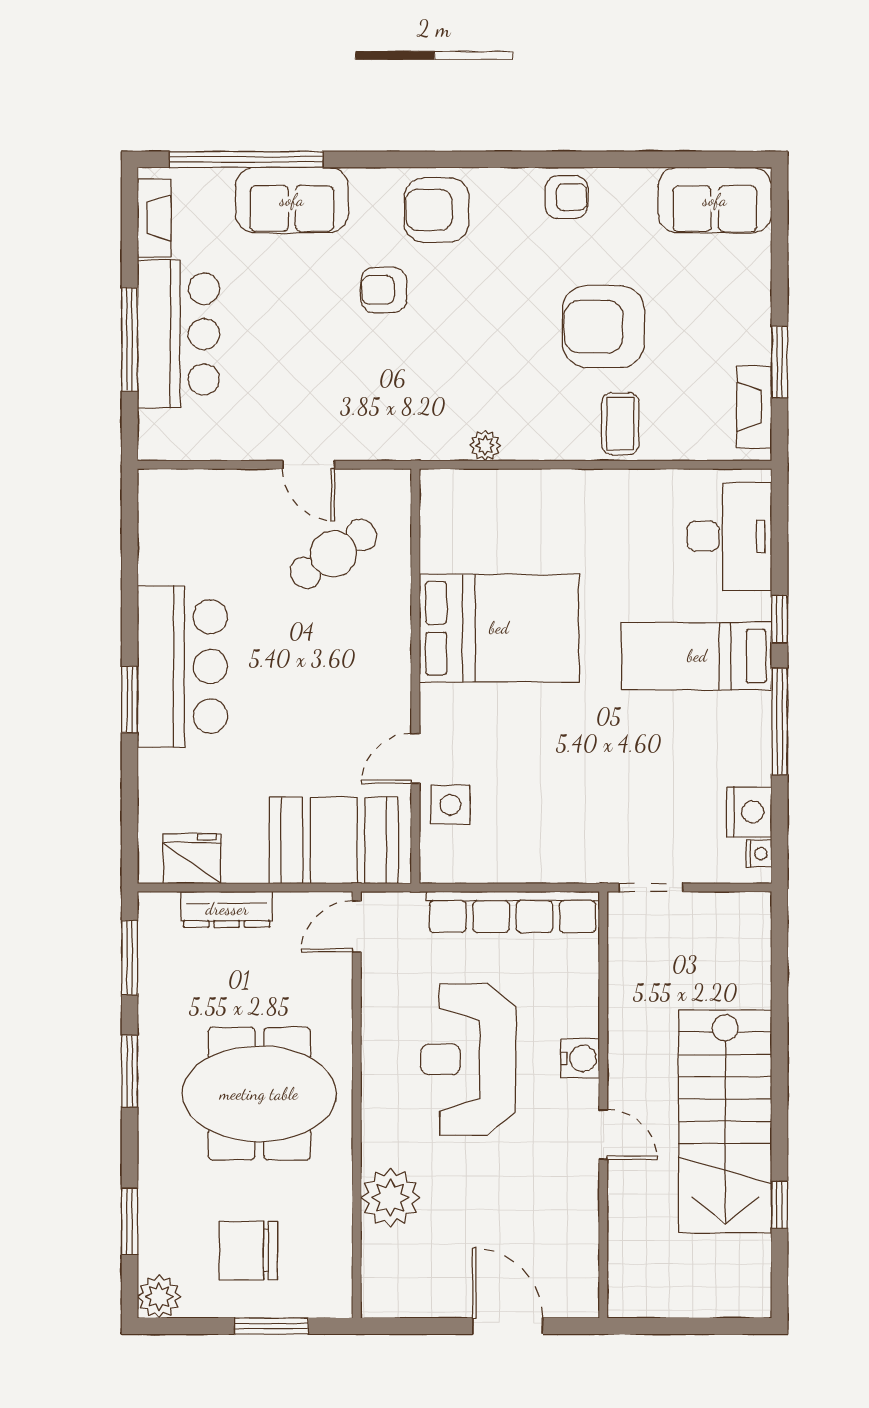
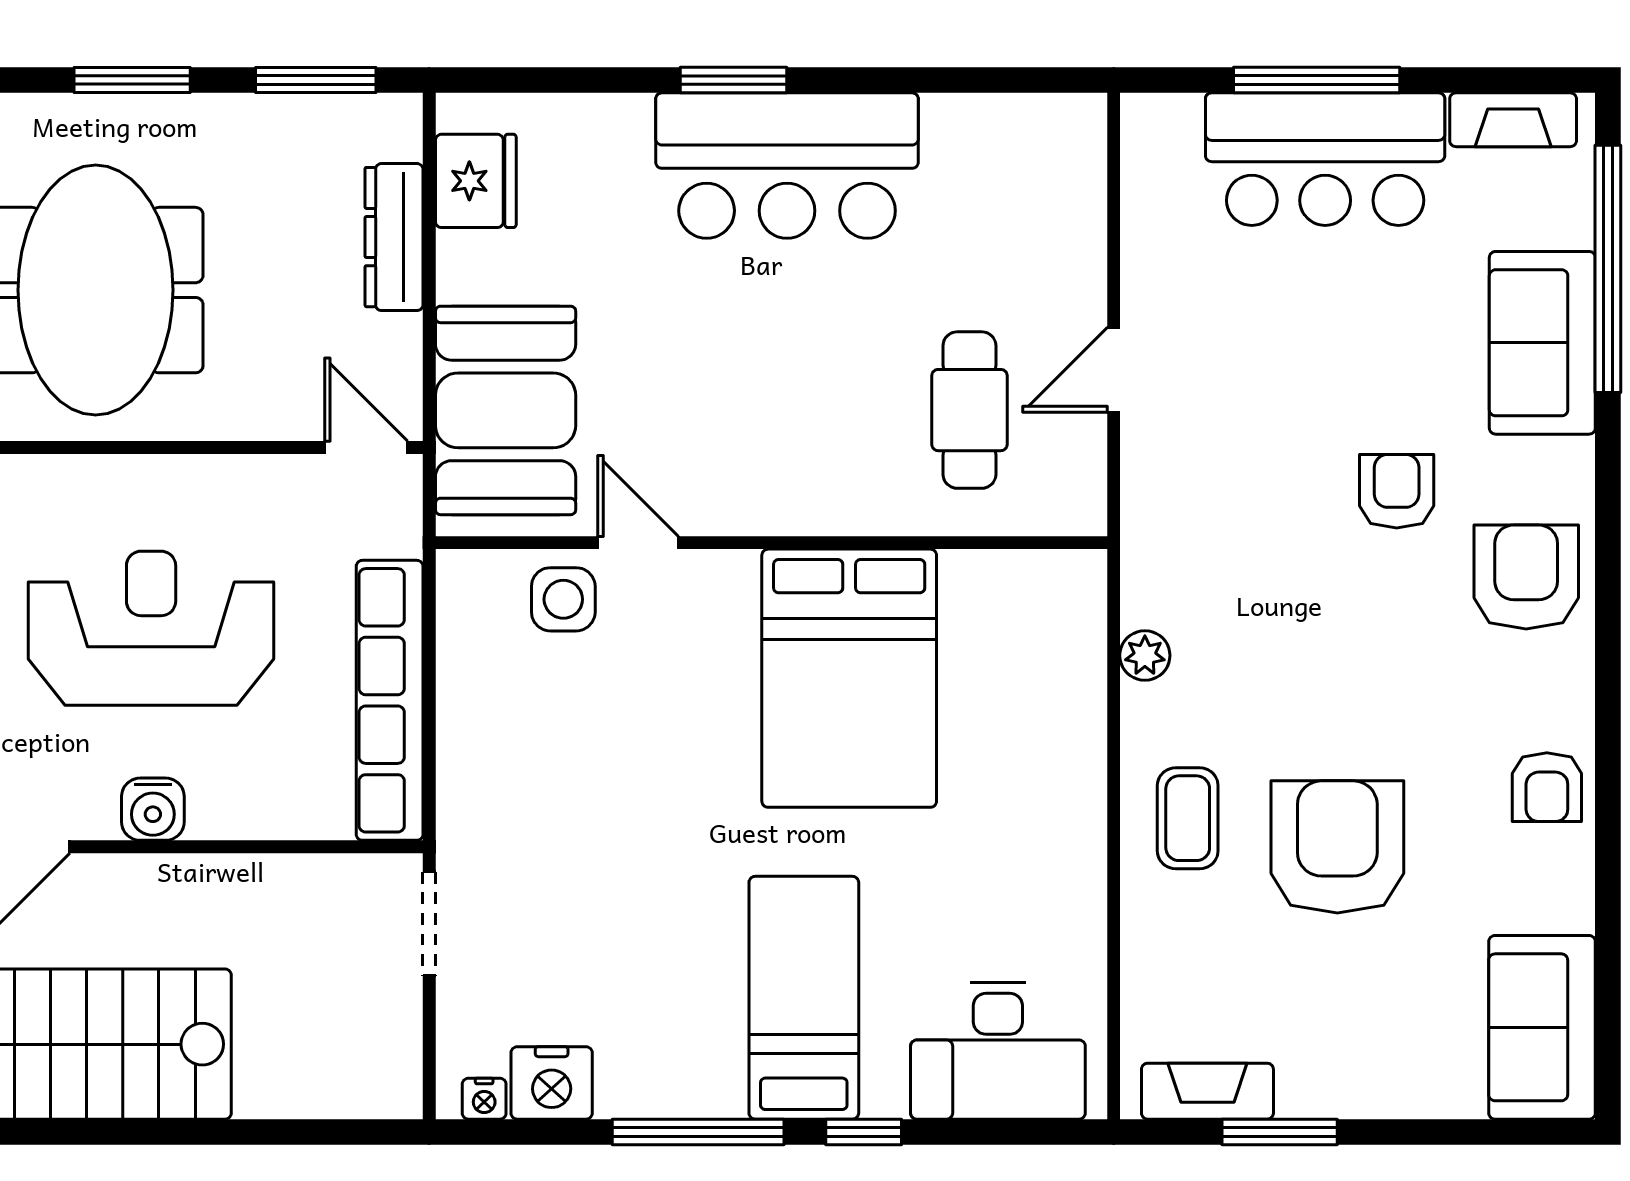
coffee table: (620, 424) -> (1188, 818), moved, turned 90
cafe table: (333, 554) -> (969, 410), turned 34

